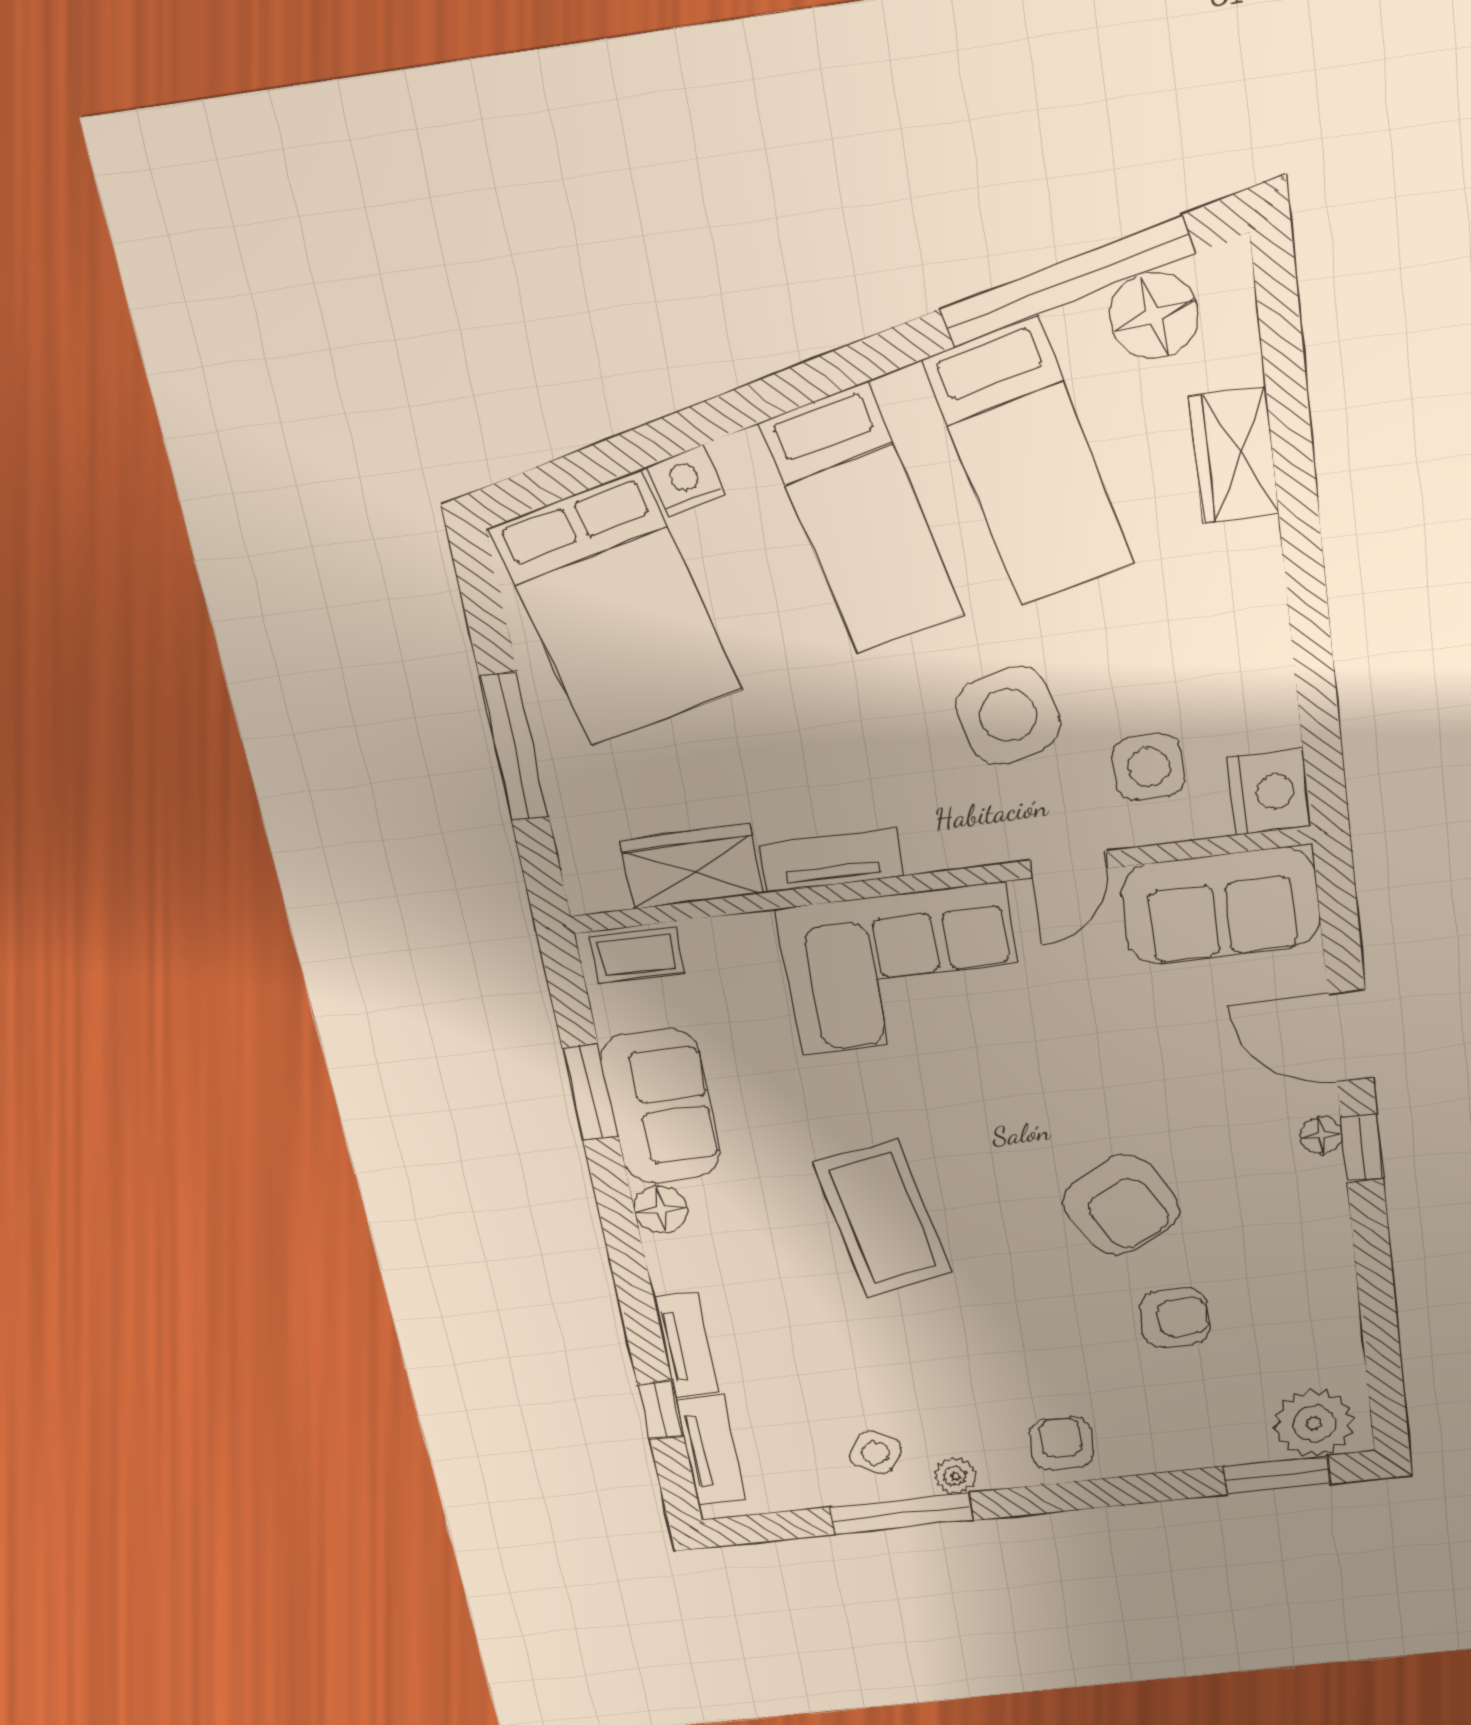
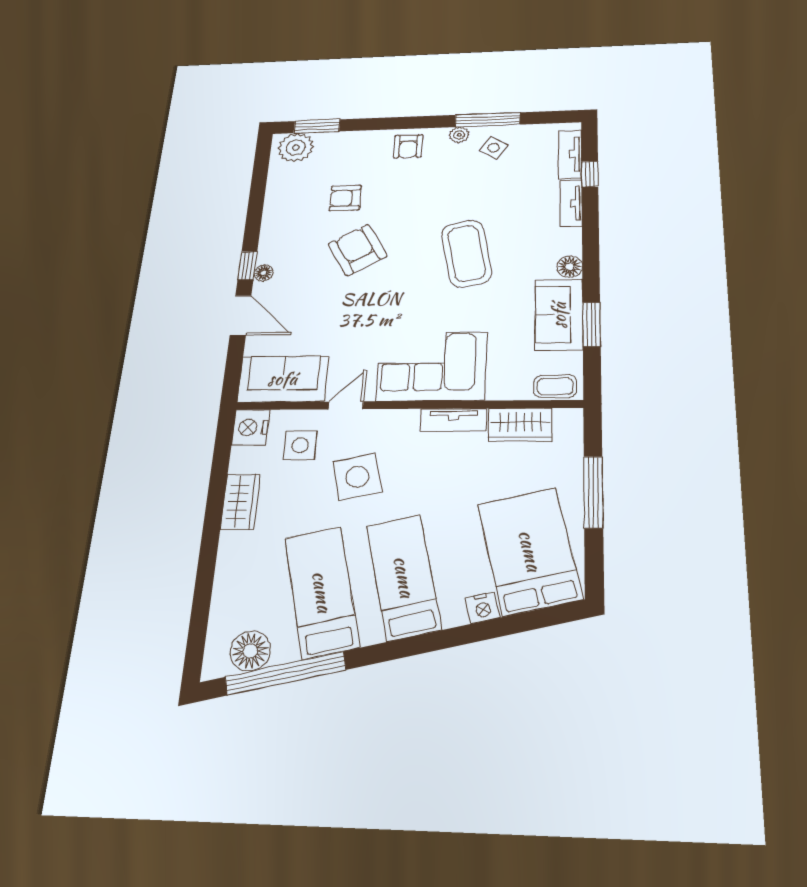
wardrobe: (1234, 456) -> (240, 502), moved

